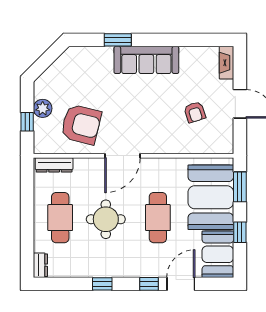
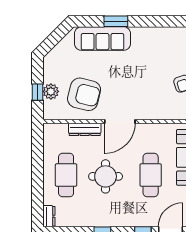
sofa: (146, 60) -> (103, 39), moved
plant: (43, 108) -> (51, 91), moved
dresser: (54, 165) -> (85, 129), moved

